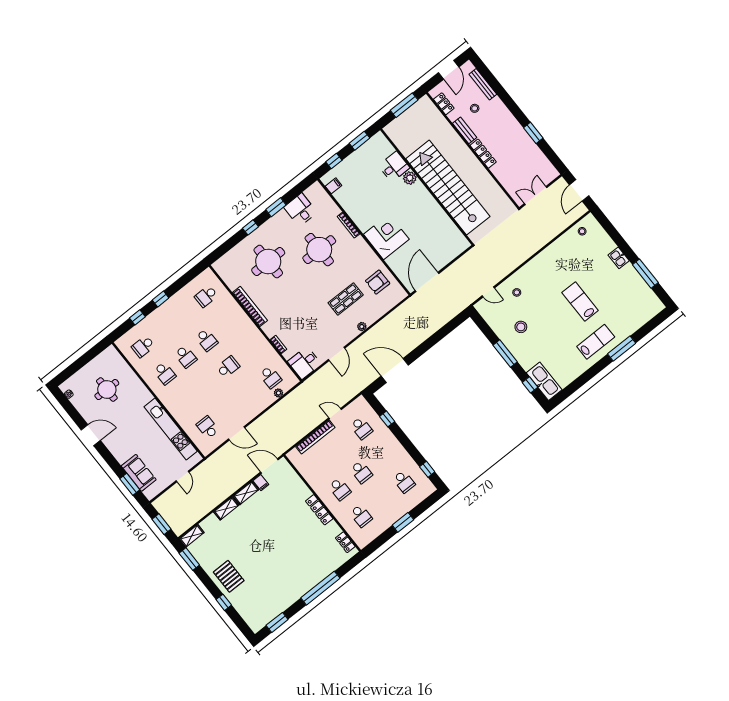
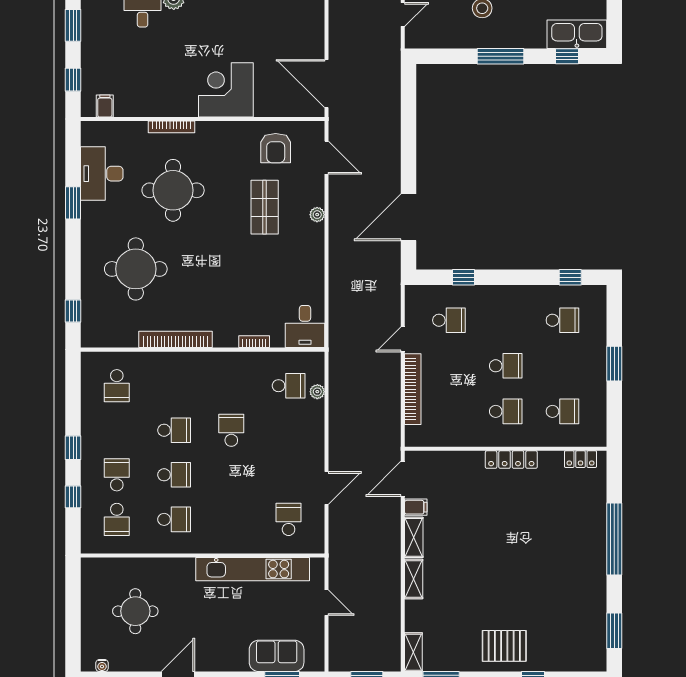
desk: (300, 210) -> (102, 174), width x1.37
window: (250, 227) -> (73, 311), moved
school desk: (164, 330) -> (117, 475), added
door: (336, 354) -> (327, 158), moved
school desk: (208, 427) -> (289, 519), turned 90

